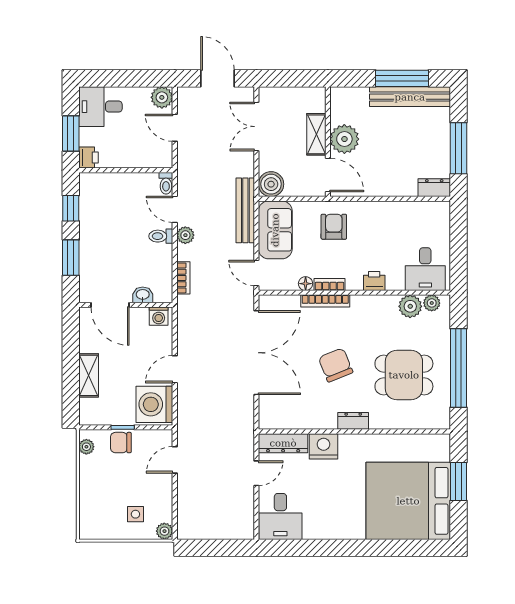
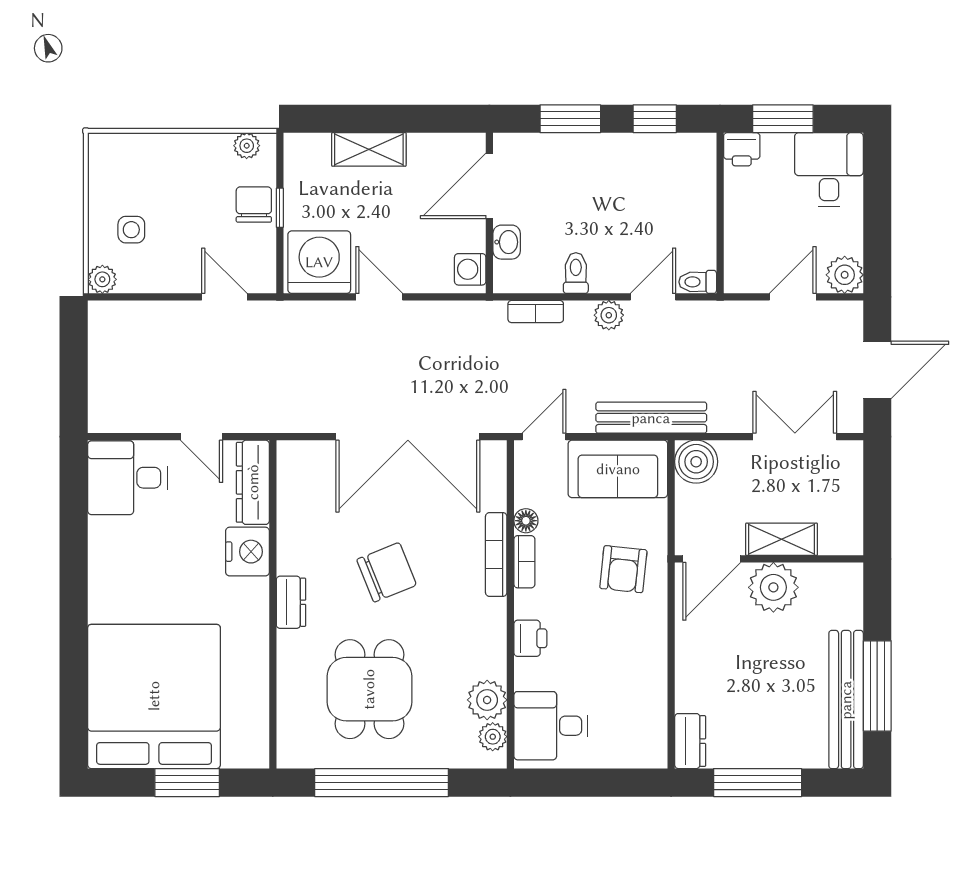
armchair: (334, 227) -> (623, 569), turned 96
toilet: (161, 236) -> (576, 273), moved

